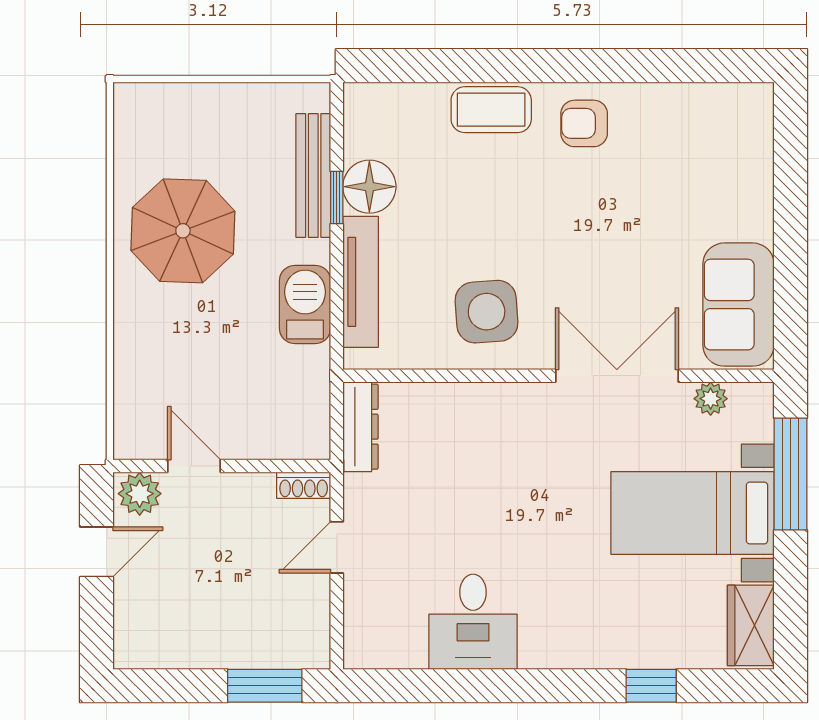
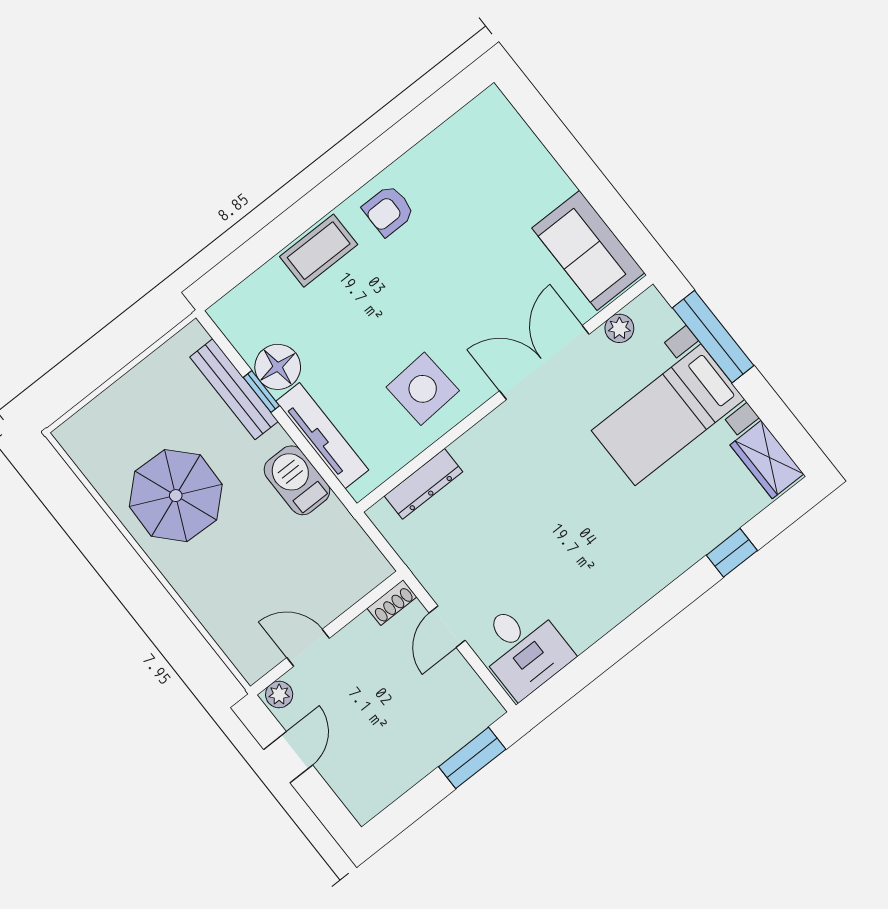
dresser: (360, 427) -> (423, 484), moved, turned 90
plant: (140, 494) -> (279, 694), width x0.73, depth x0.73
desk: (473, 622) -> (523, 648), moved

